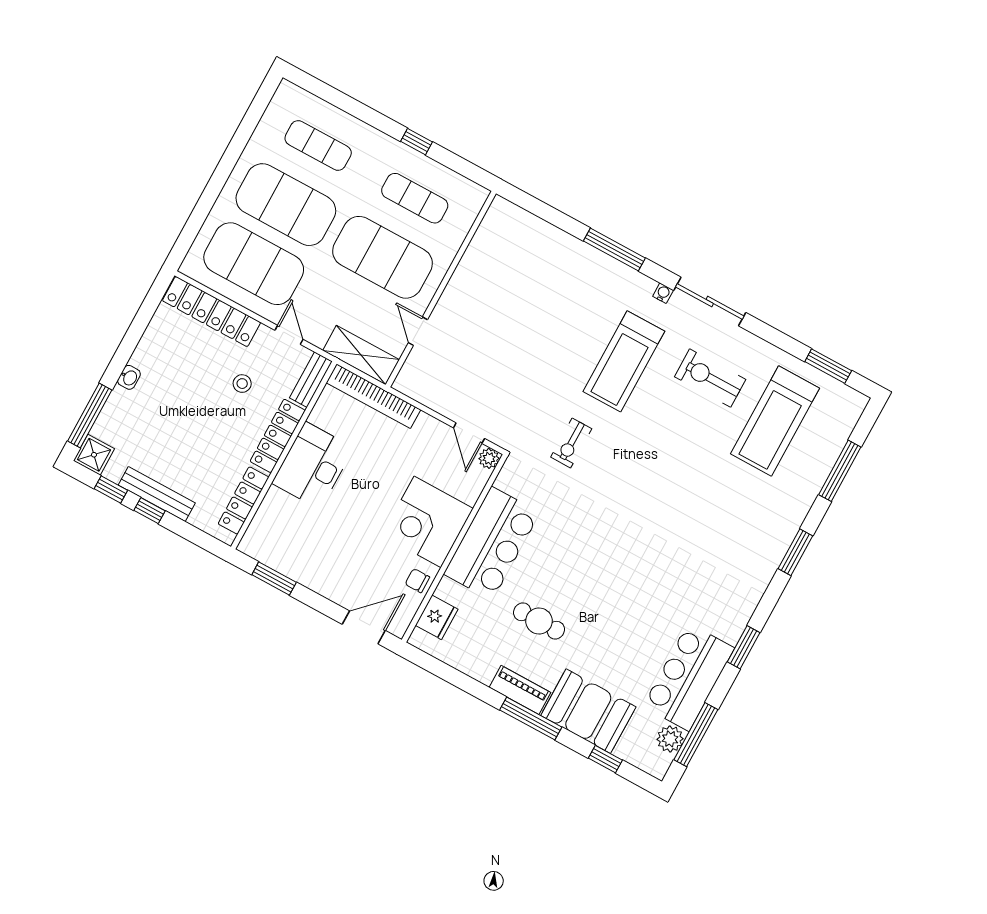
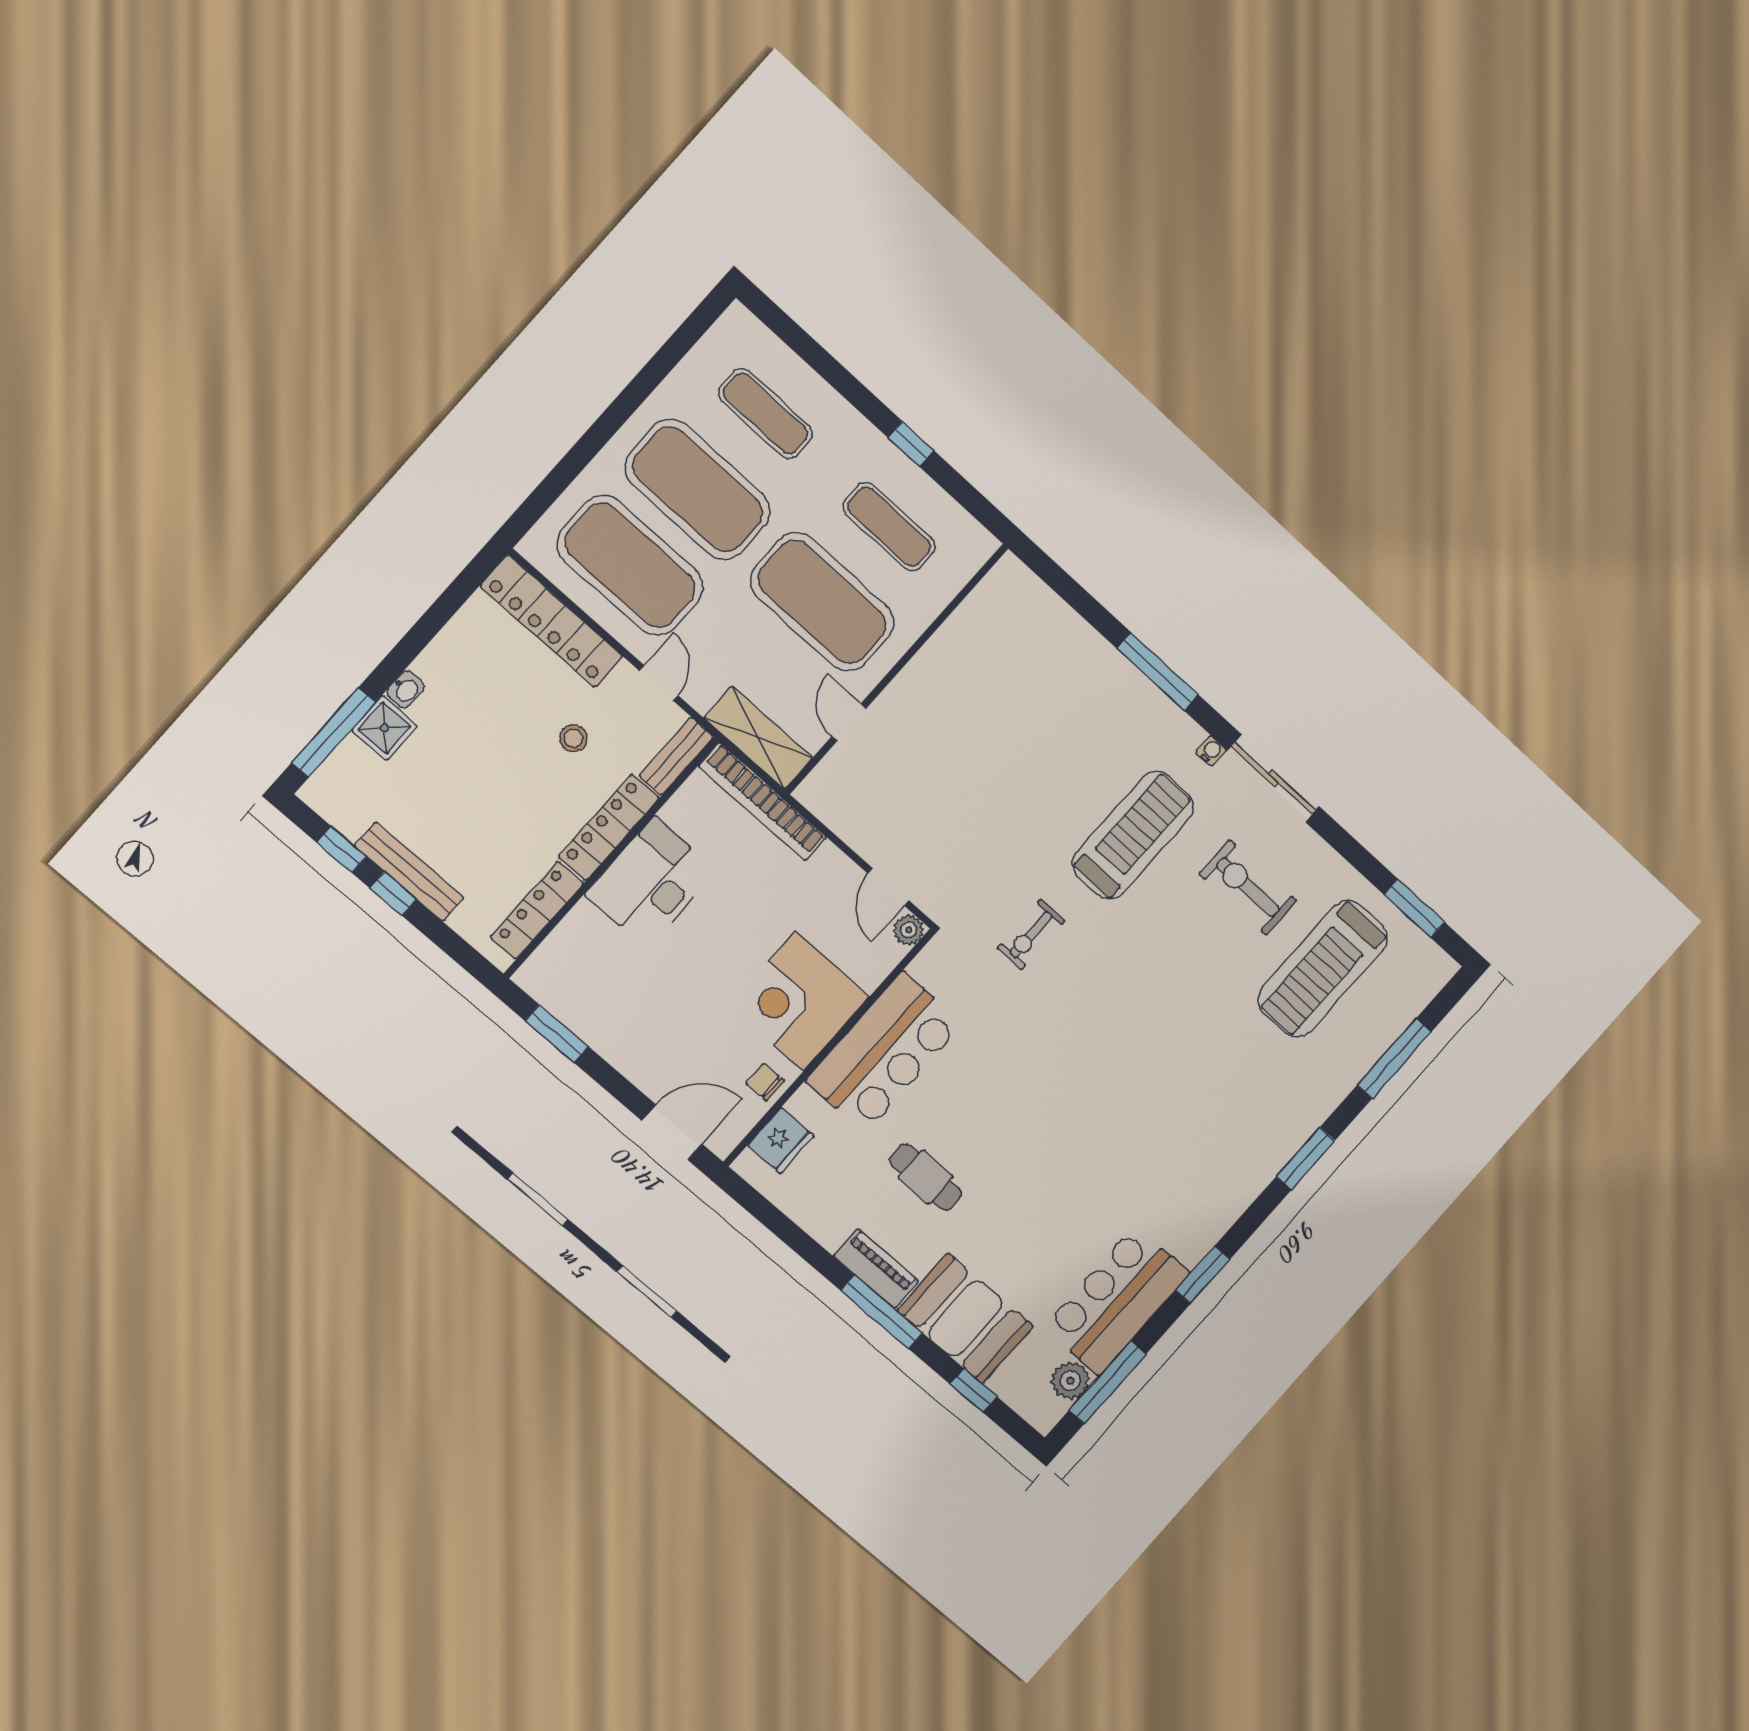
treadmill: (624, 361) -> (1133, 835), turned 180
shower: (94, 455) -> (384, 728), moved

